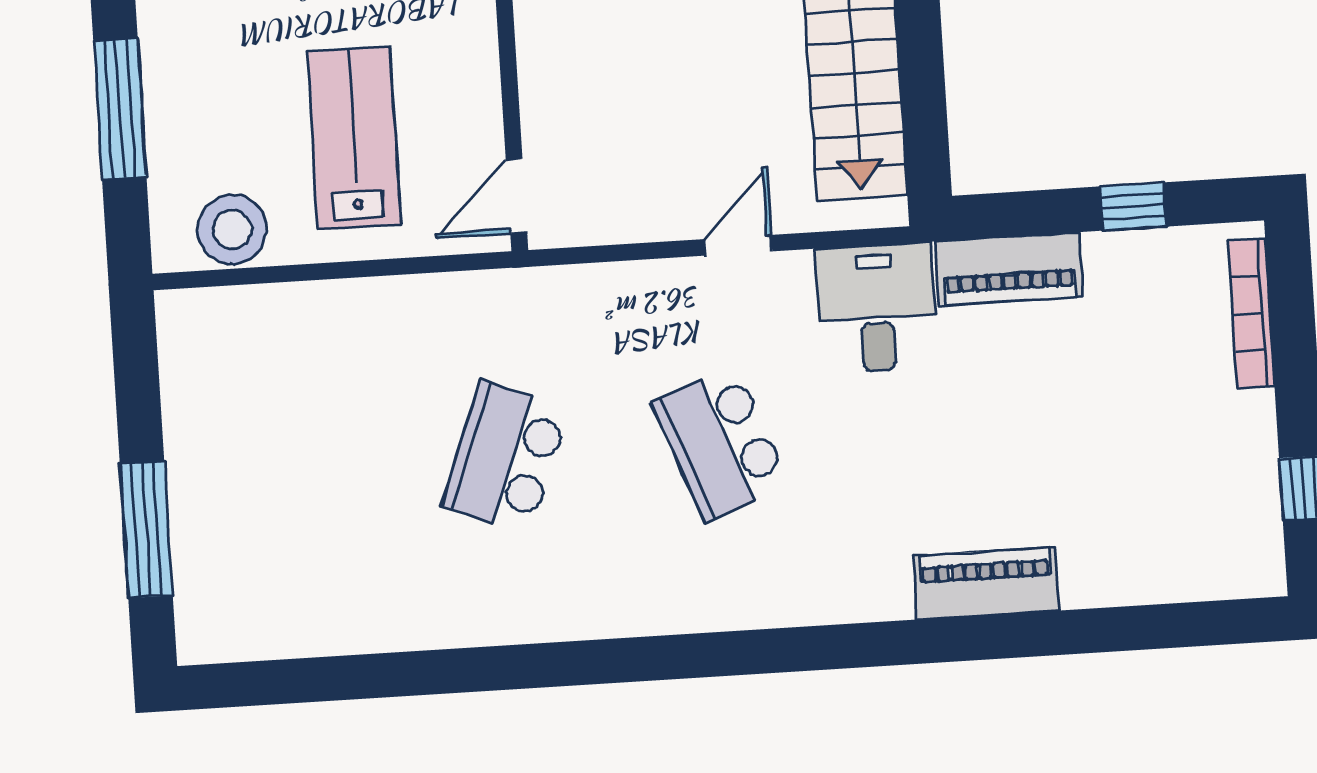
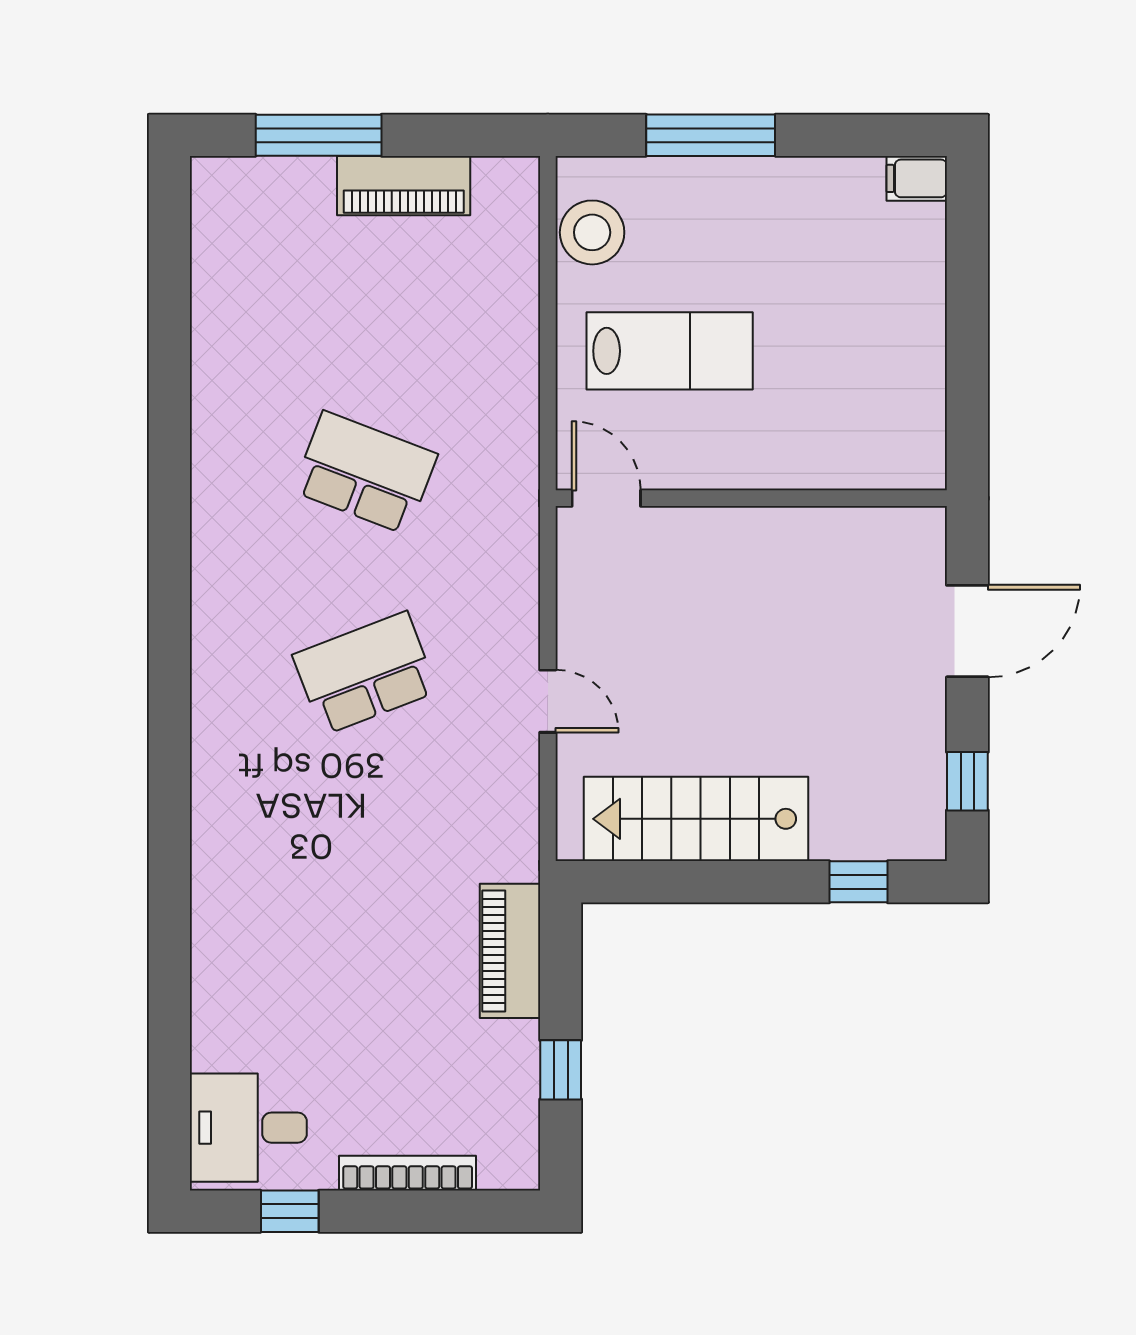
desk: (876, 308) -> (248, 1128), moved, turned 180
bookcase: (1251, 313) -> (408, 1173), moved
piano: (986, 583) -> (404, 186), moved, turned 90

